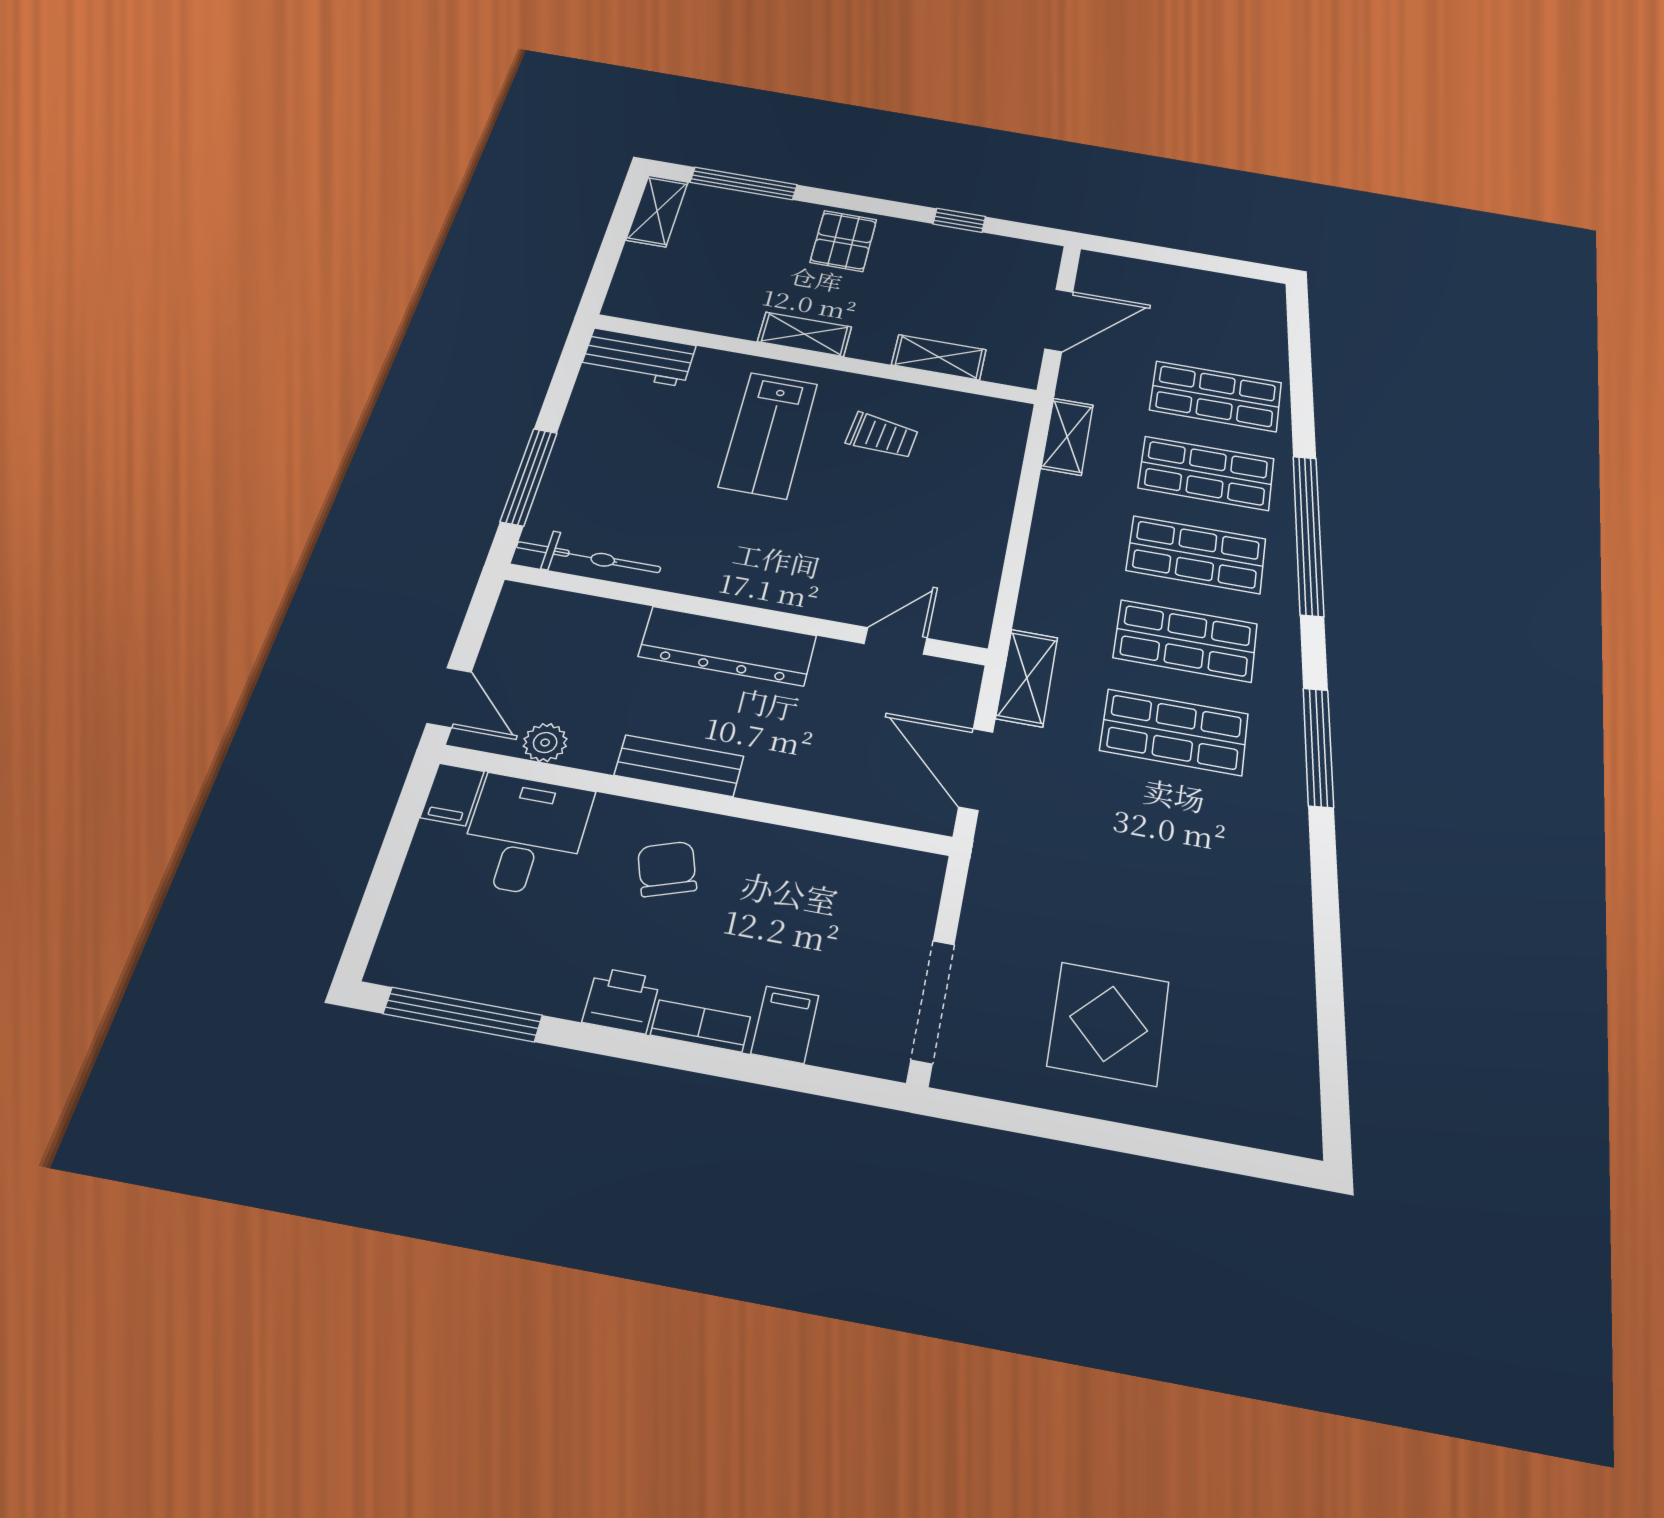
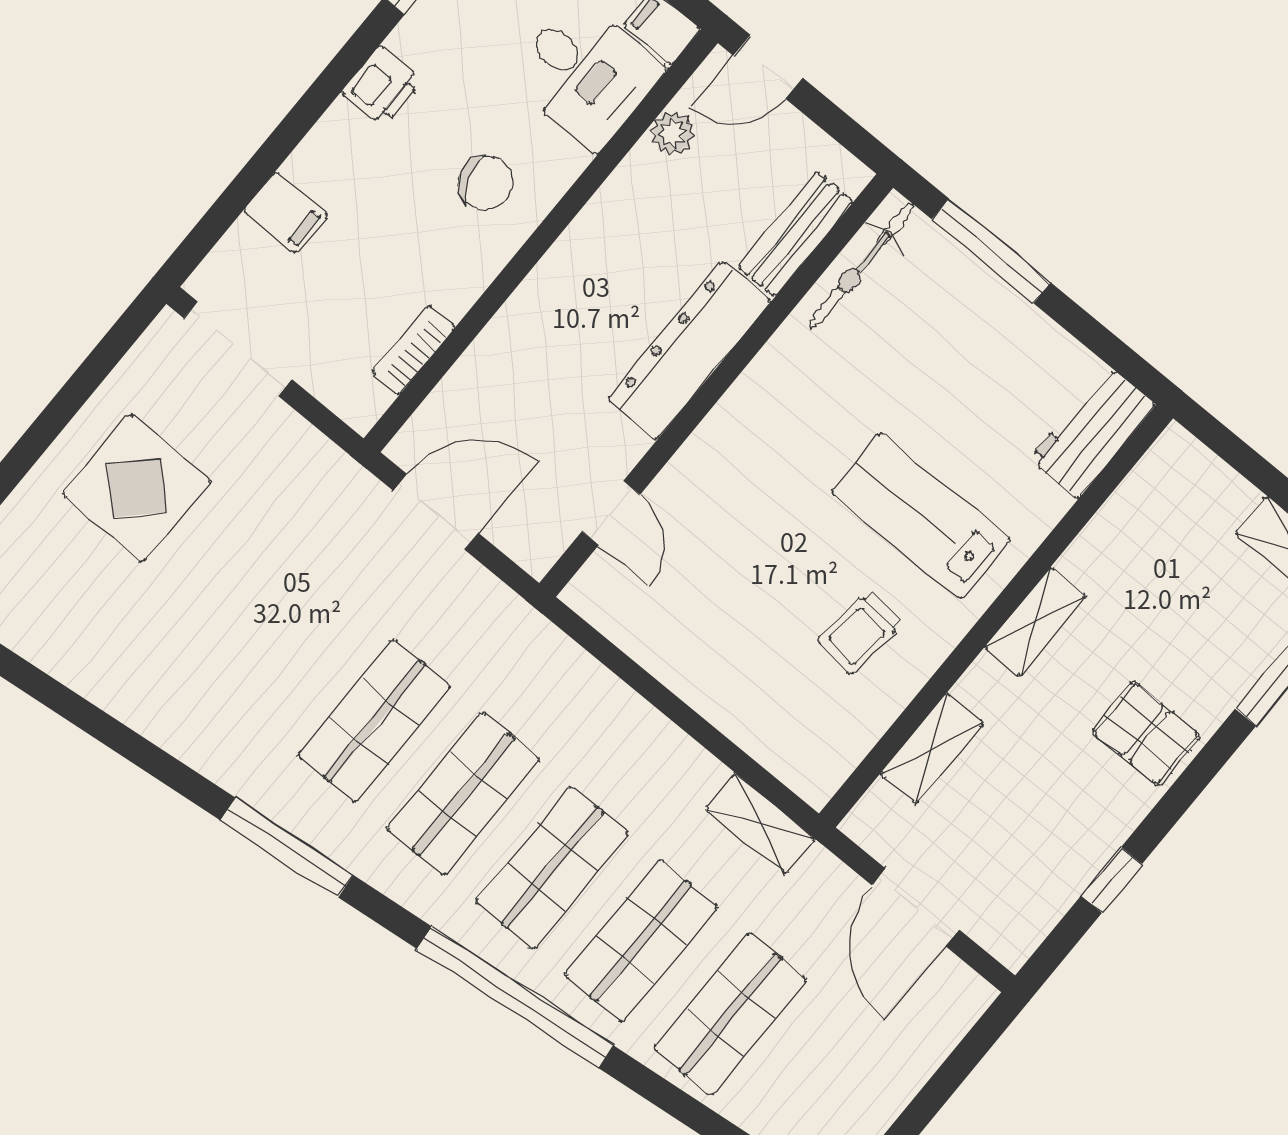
shelving: (1027, 678) -> (505, 616), removed
bench: (679, 766) -> (796, 234), moved
bookcase: (700, 1026) -> (413, 350), moved, turned 180

